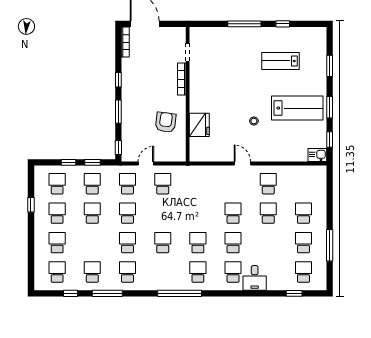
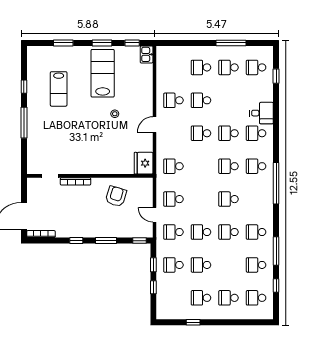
armchair: (166, 122) -> (116, 196), turned 100
fridge: (199, 125) -> (144, 163), moved, turned -90
school desk: (57, 184) -> (173, 166), moved

